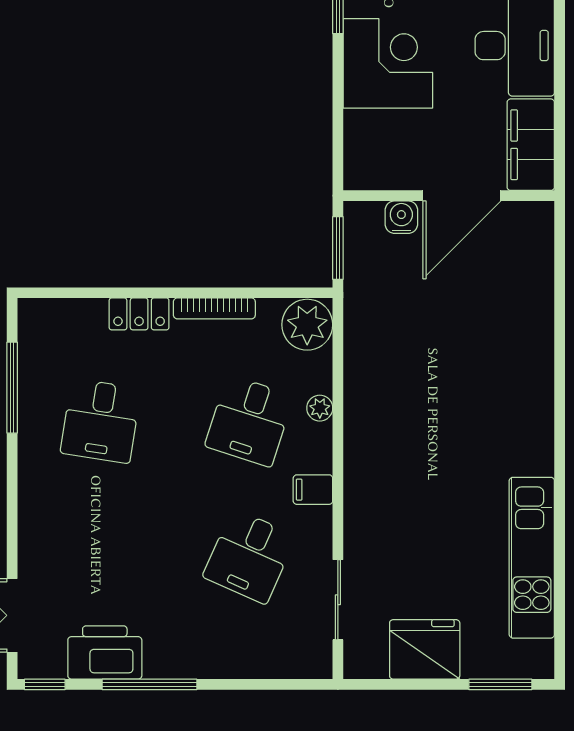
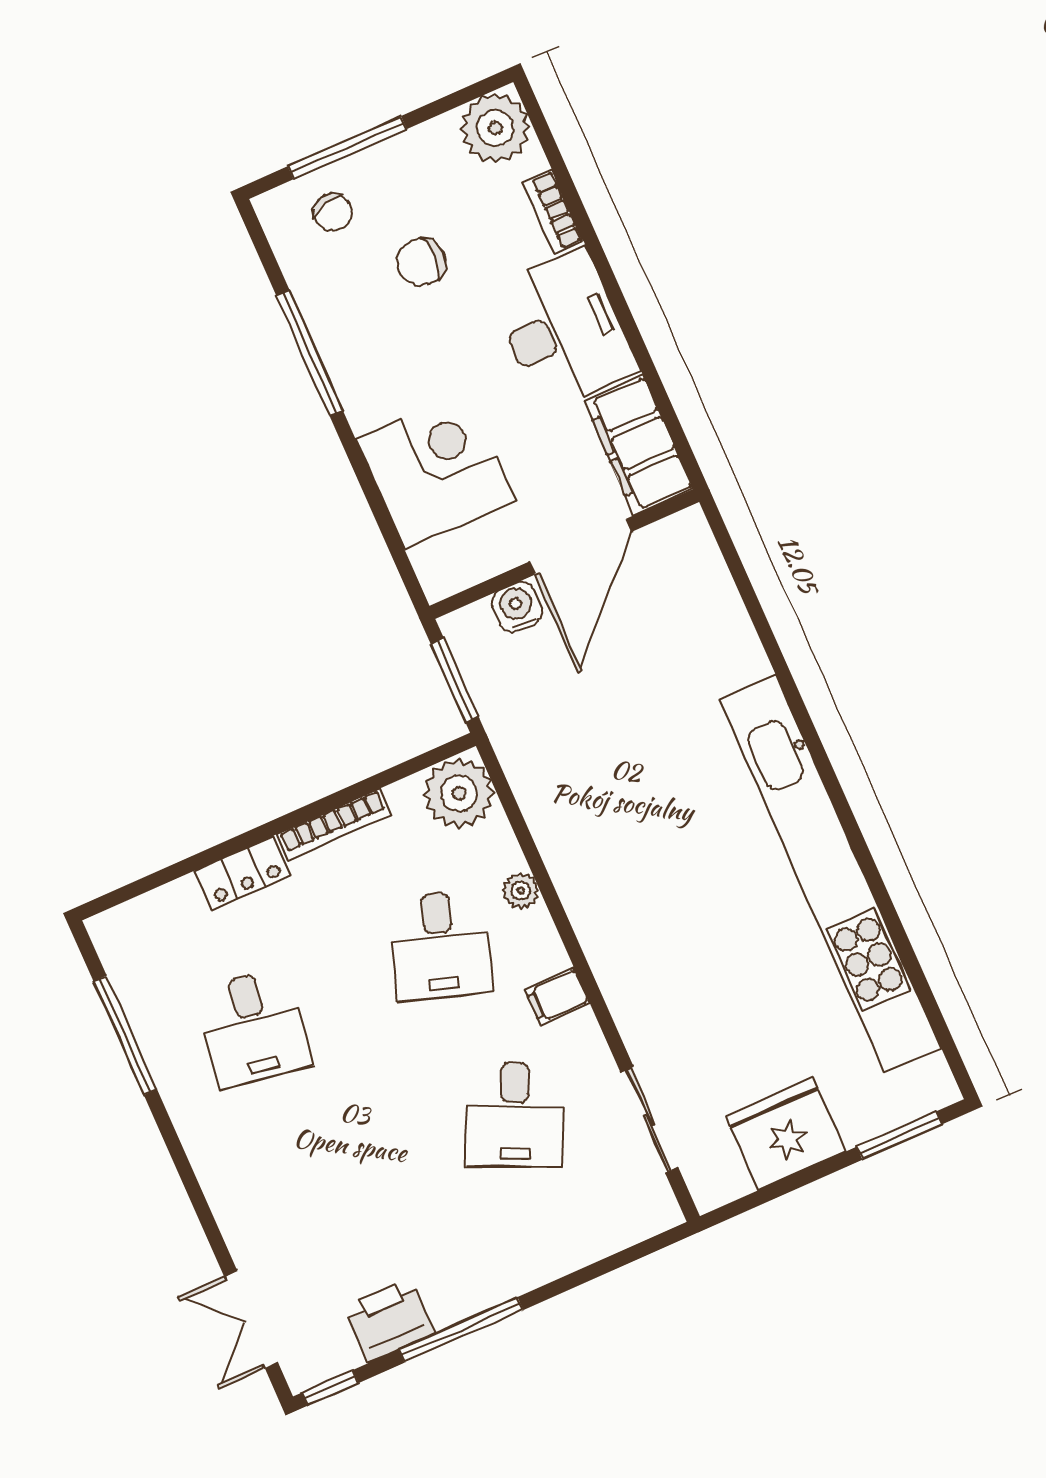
corner desk: (388, 63) -> (436, 470), moved
kitchen unit: (532, 558) -> (830, 874), width x1.86
printer: (105, 653) -> (390, 1320), width x0.73, depth x0.84

